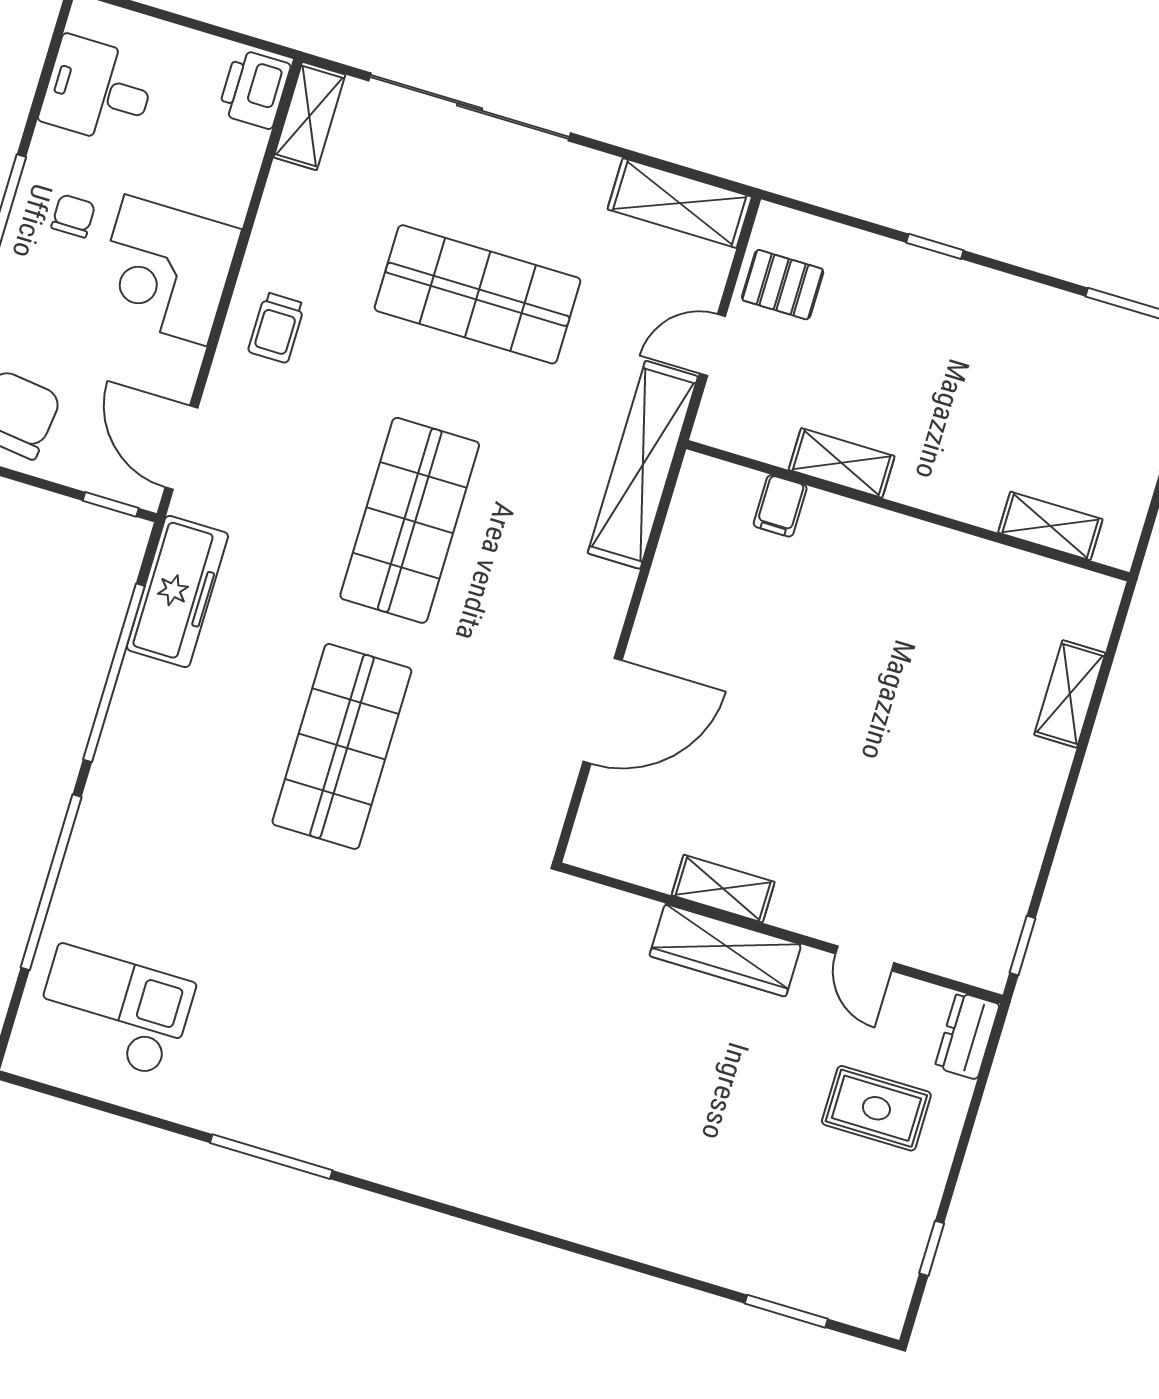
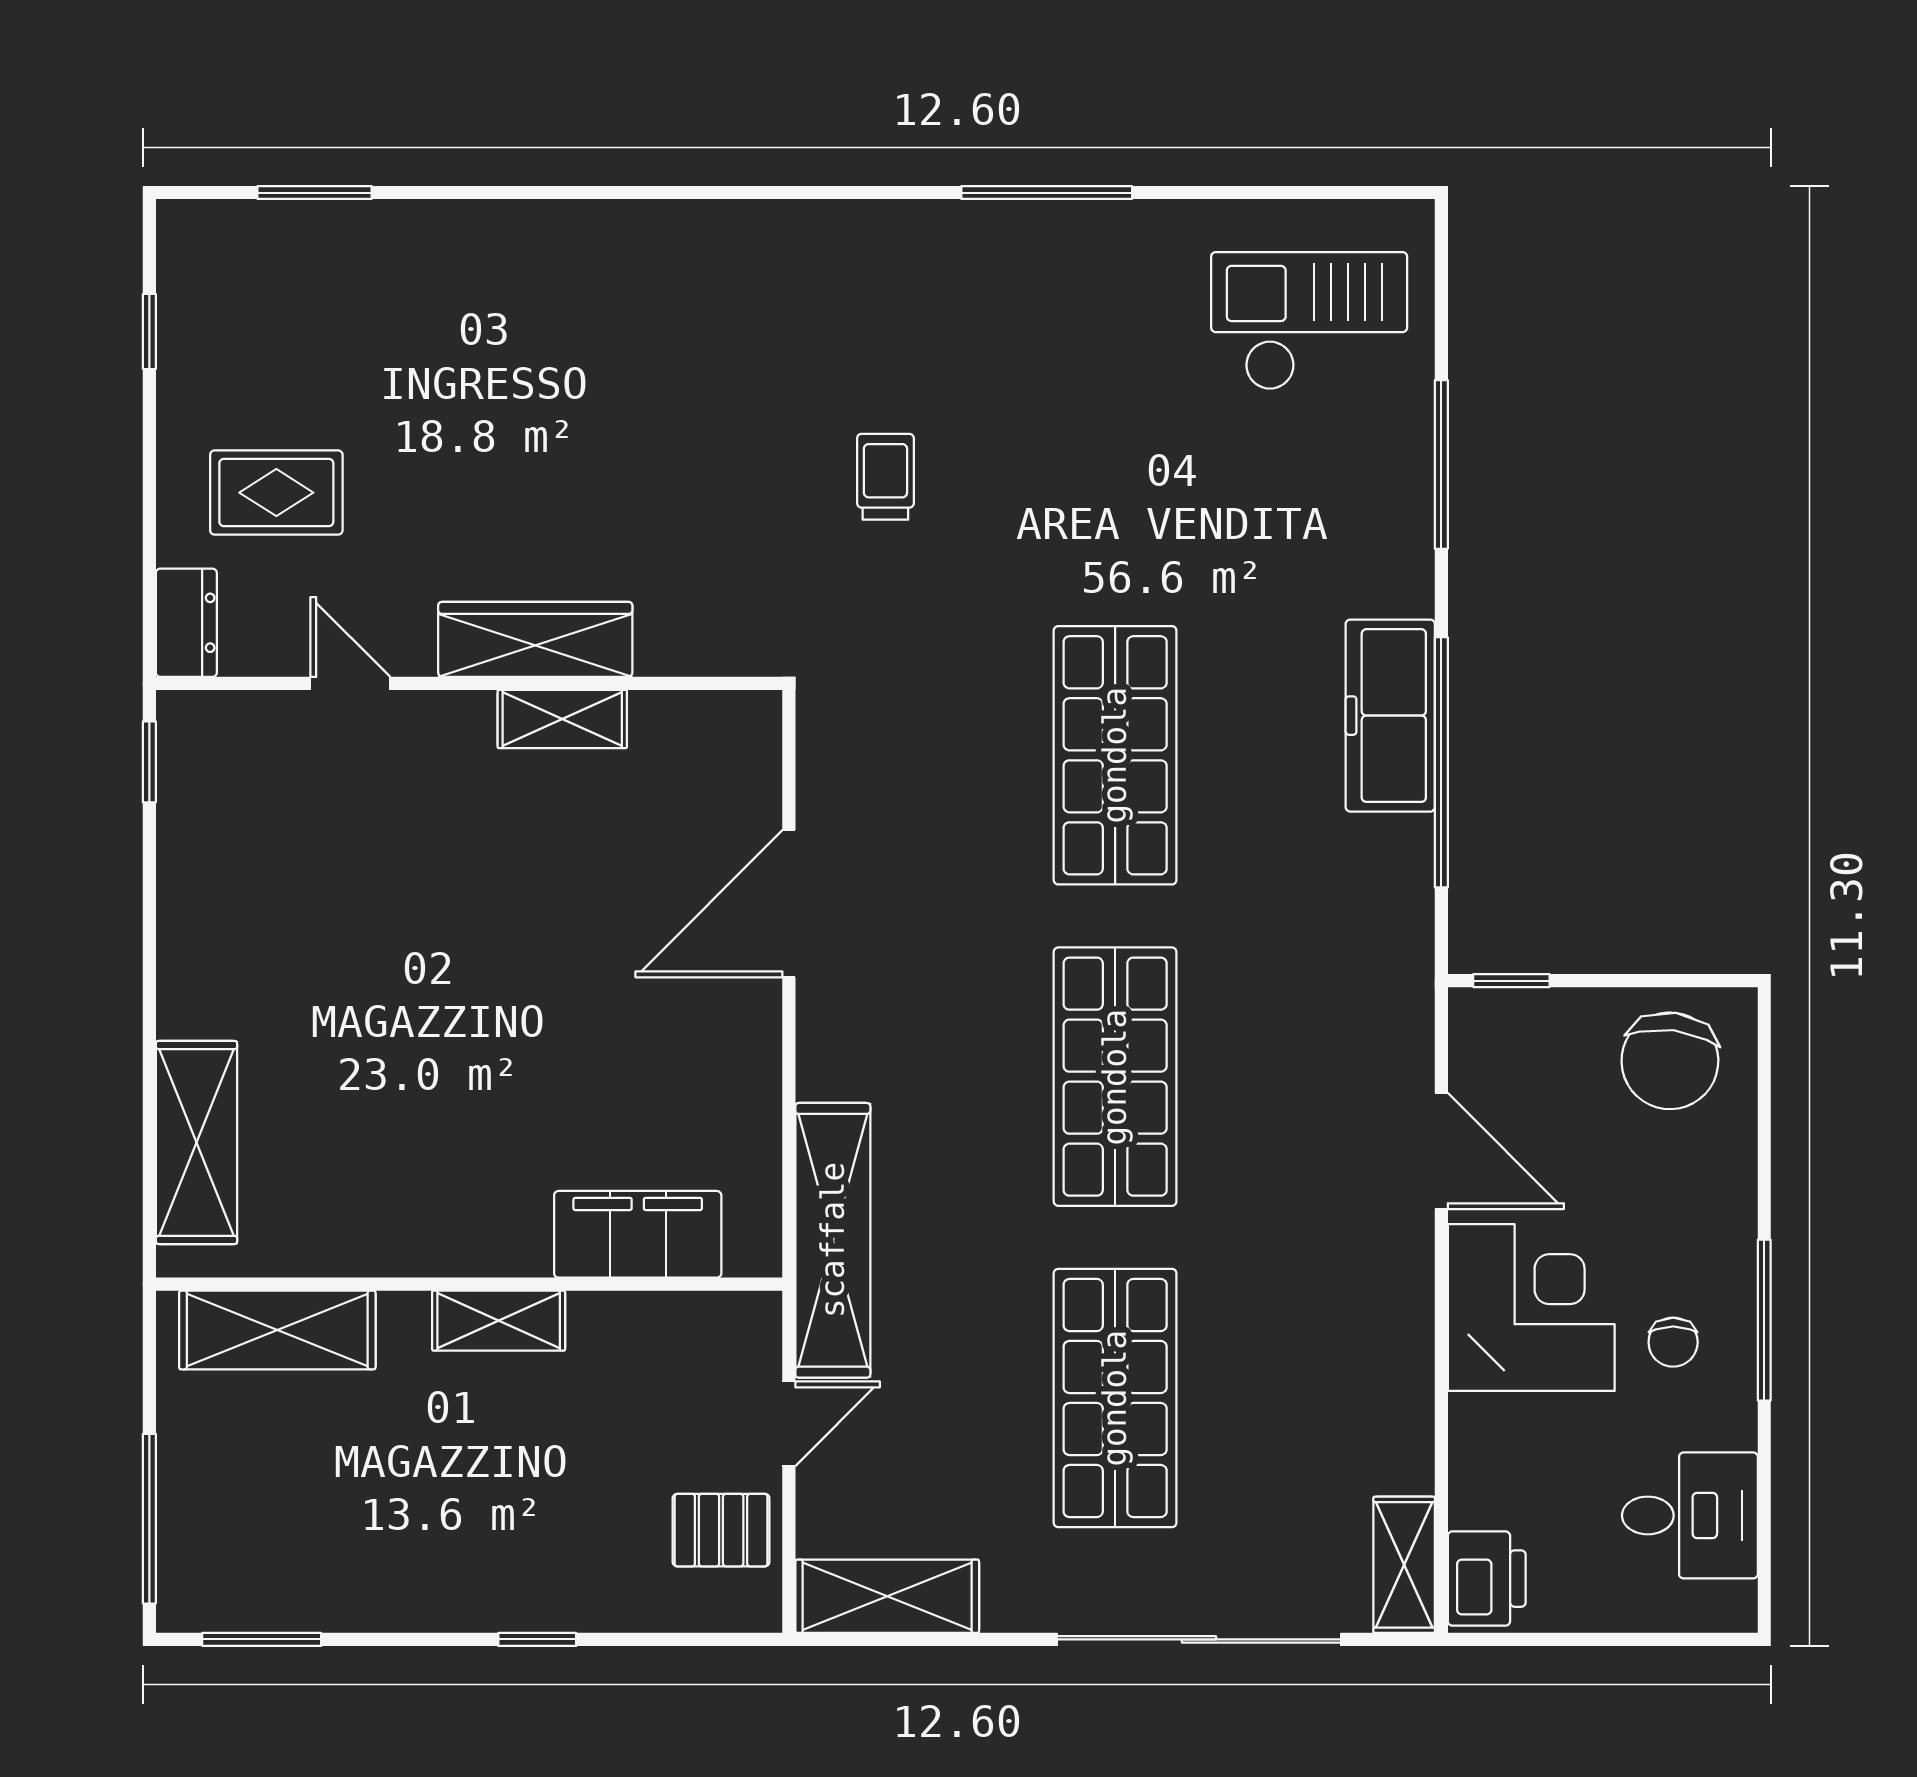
shop shelf: (478, 294) -> (1115, 1398), turned 90
trolley: (276, 328) -> (885, 477), moved
door: (181, 448) -> (1441, 1151), moved
shelving: (842, 463) -> (499, 1321), moved
filing cabinet: (780, 506) -> (638, 1234), width x3.00, depth x1.17
shelving: (1050, 526) -> (277, 1330), width x1.50, depth x1.33
freezer: (177, 592) -> (1390, 716), moved
shelving: (1070, 694) -> (196, 1142), width x1.50, depth x1.33
window: (51, 882) -> (1441, 464), width x0.68
checkout: (114, 1011) -> (1309, 321), turned 180

